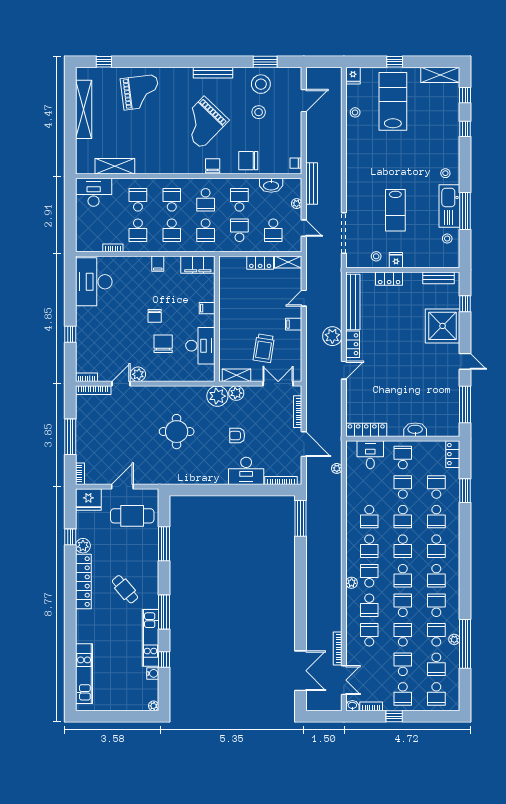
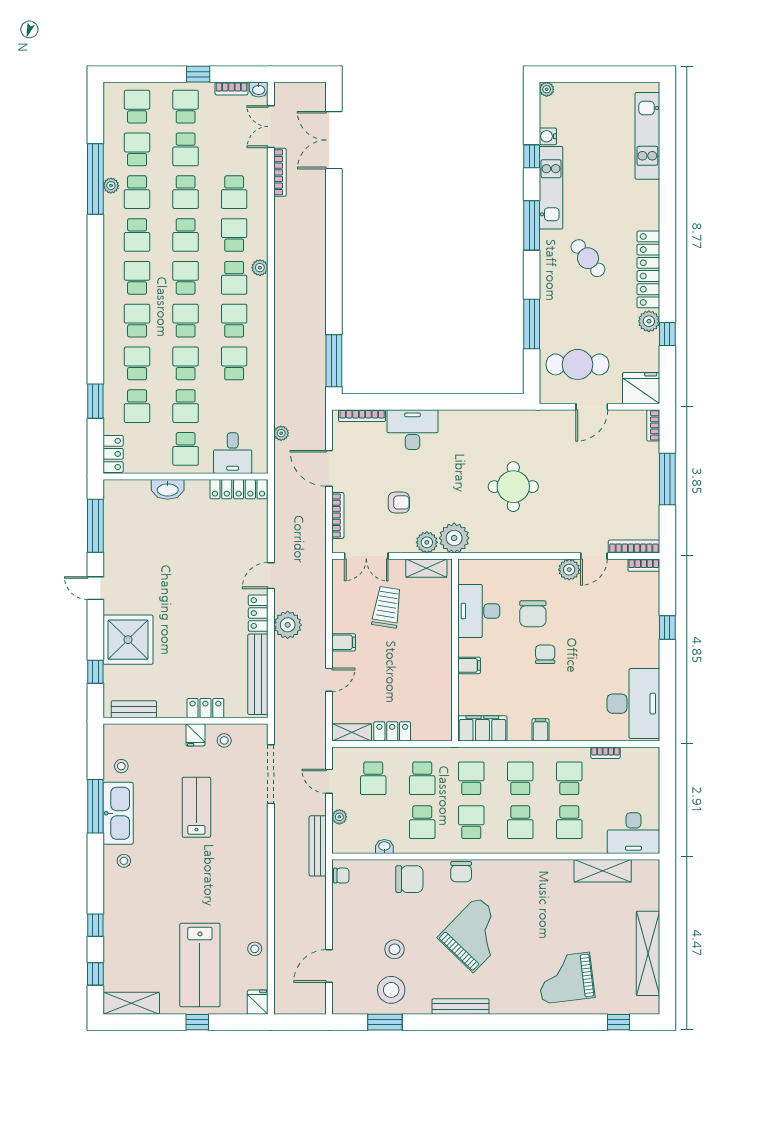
washbasin: (271, 185) -> (384, 846), width x0.52, depth x0.69
school desk: (273, 230) -> (373, 778), turned 180
armchair: (237, 436) -> (399, 502), moved

